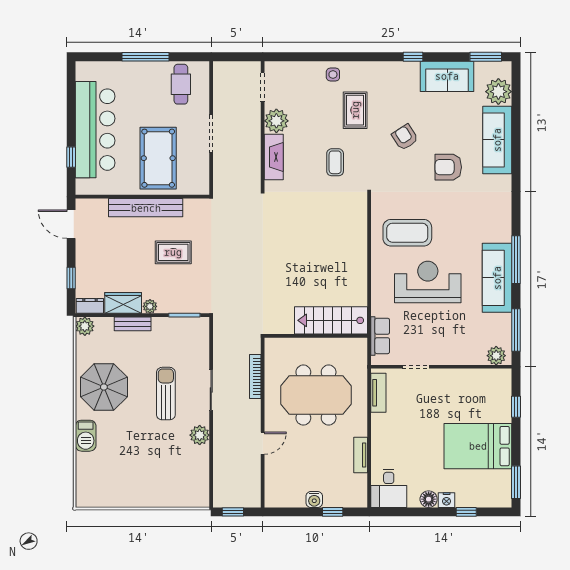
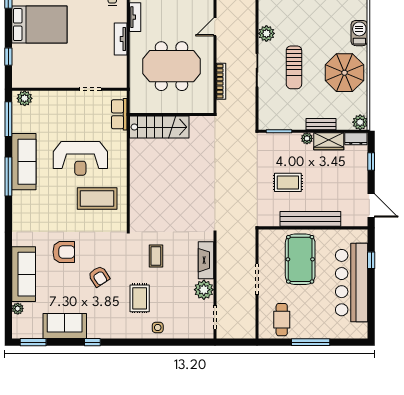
plant: (498, 92) -> (18, 309), width x0.53, depth x0.53
tv unit: (378, 393) -> (121, 39), moved

